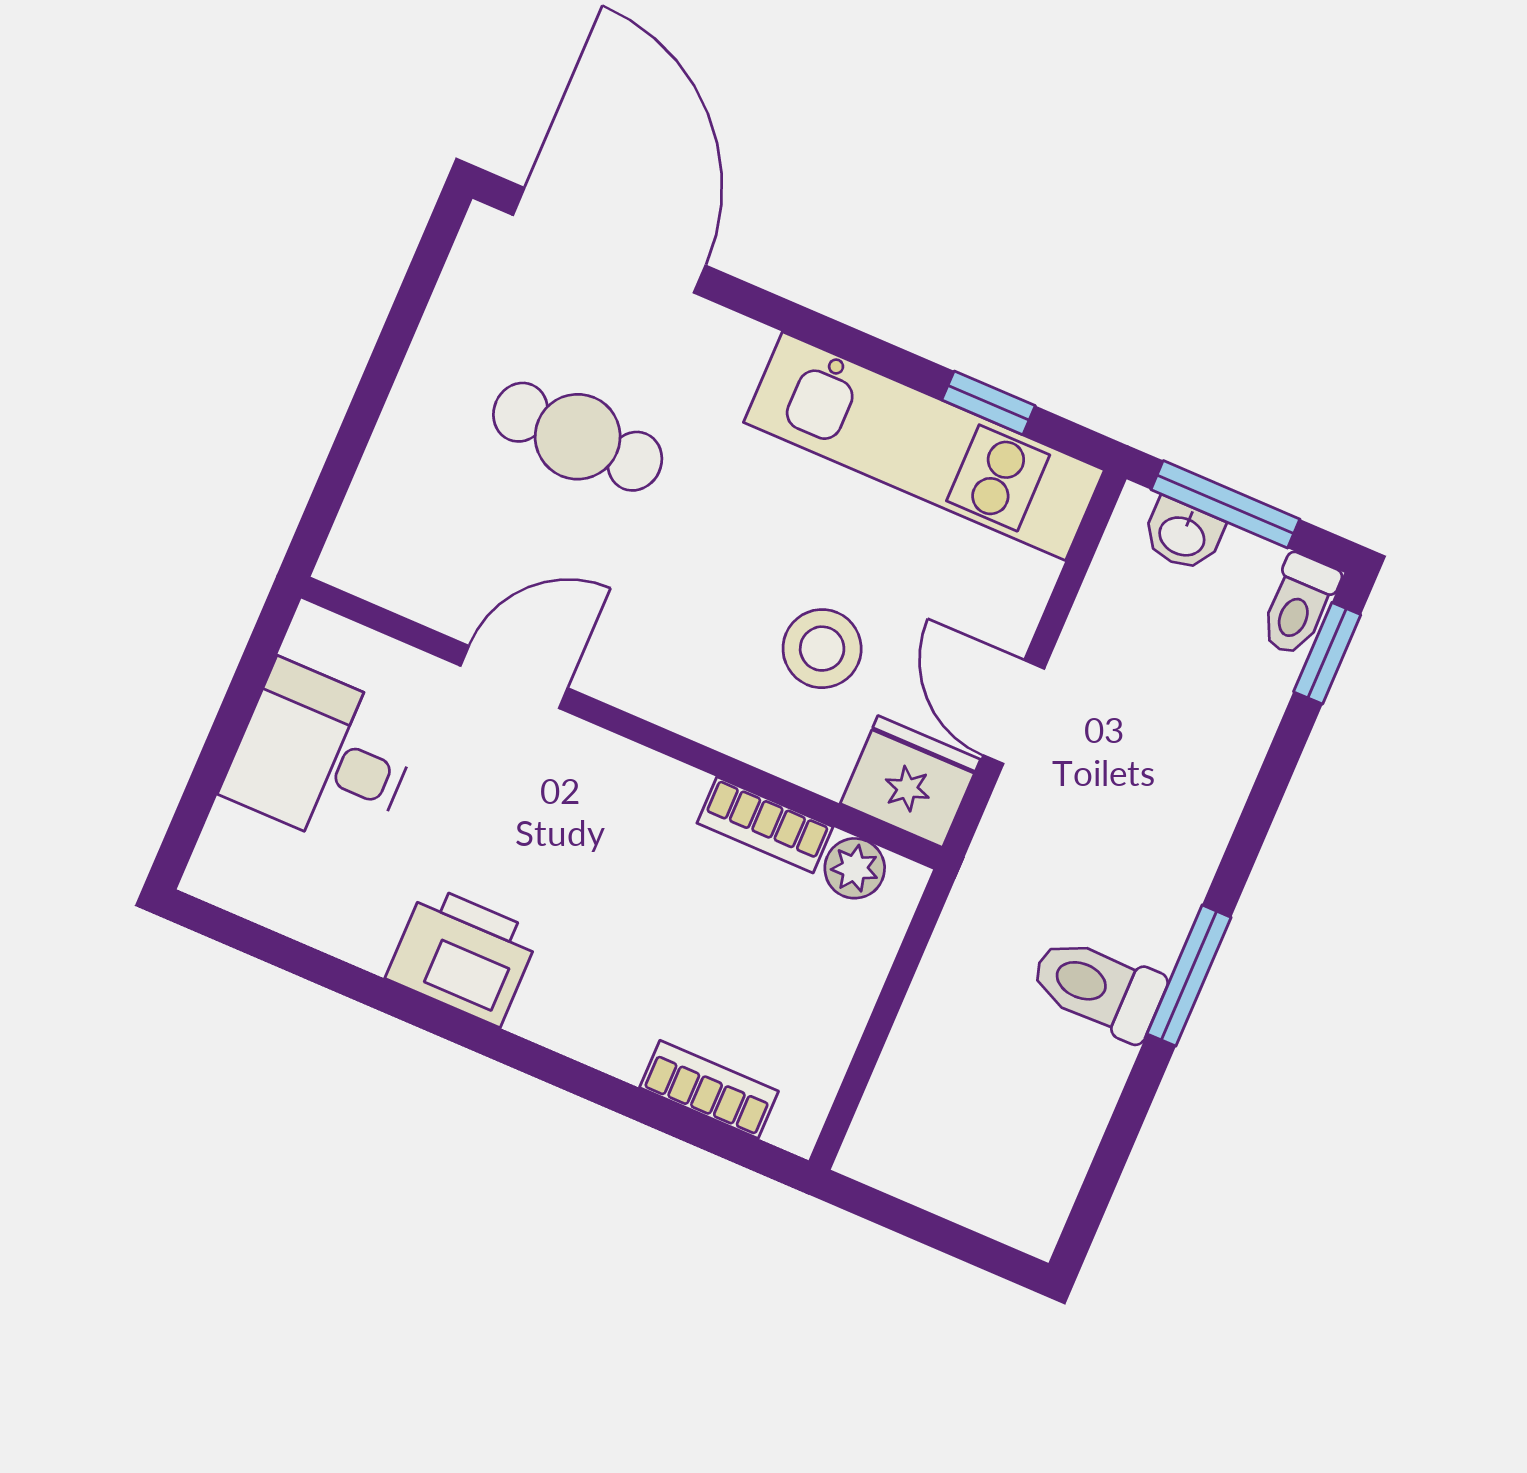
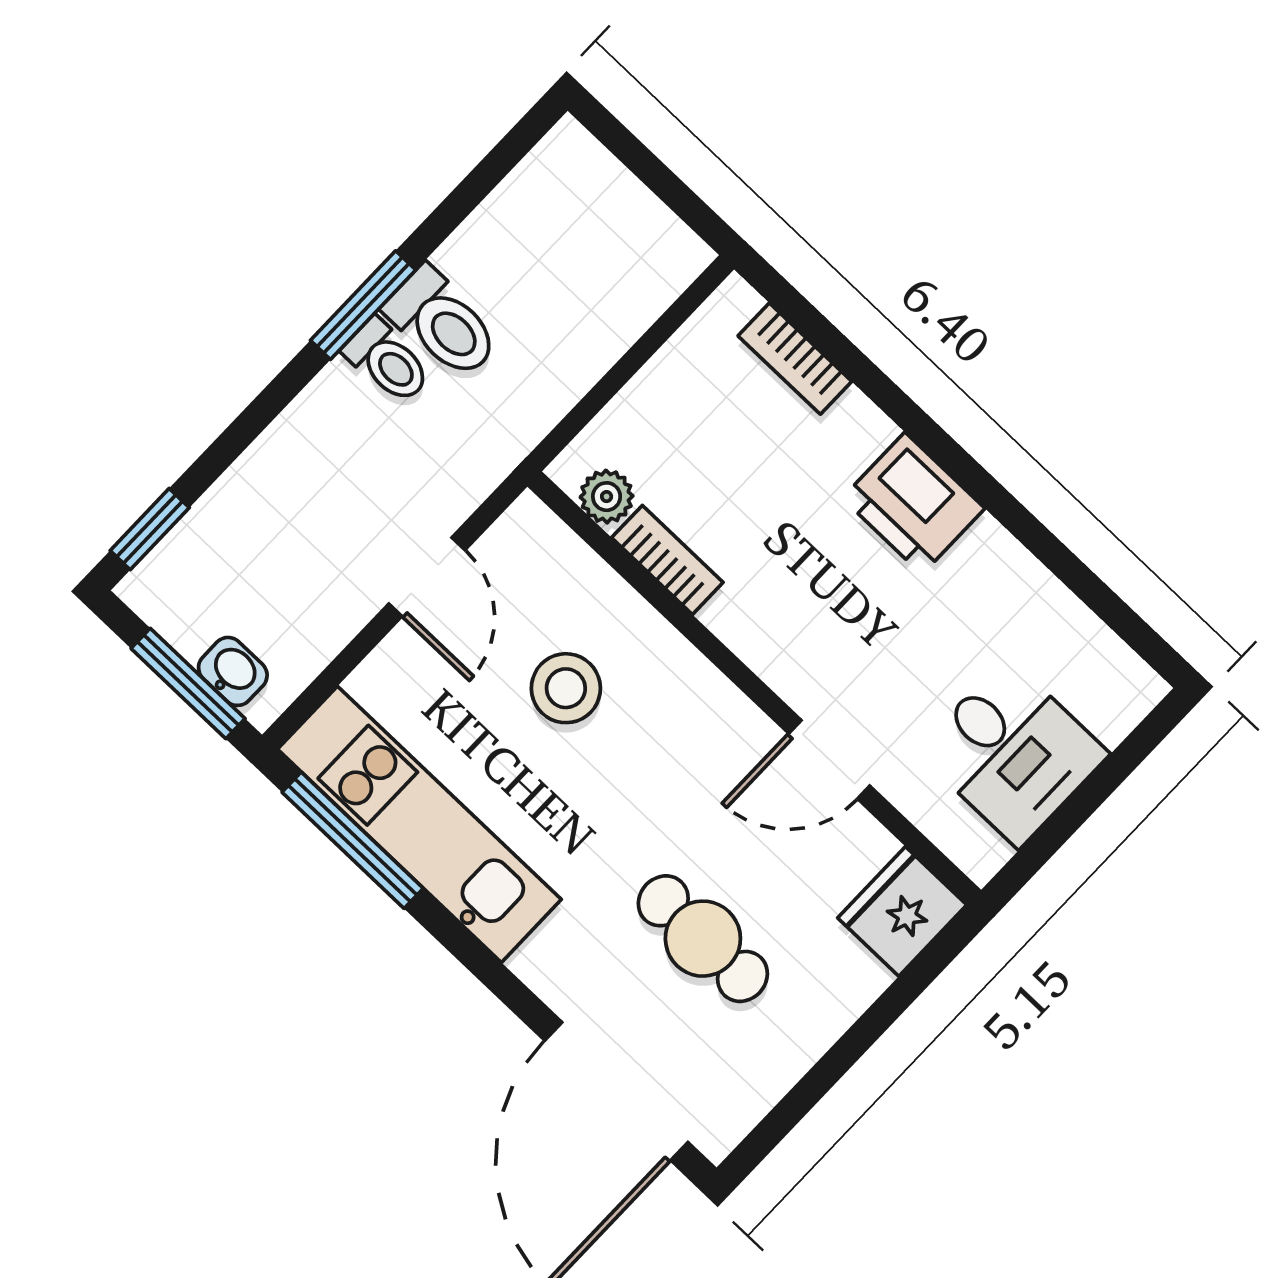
window: (989, 403) -> (353, 840), width x2.17
toilet: (1299, 605) -> (387, 361), moved, turned 90
fridge: (910, 782) -> (902, 911), moved, turned 90
printer: (463, 955) -> (913, 503), moved

